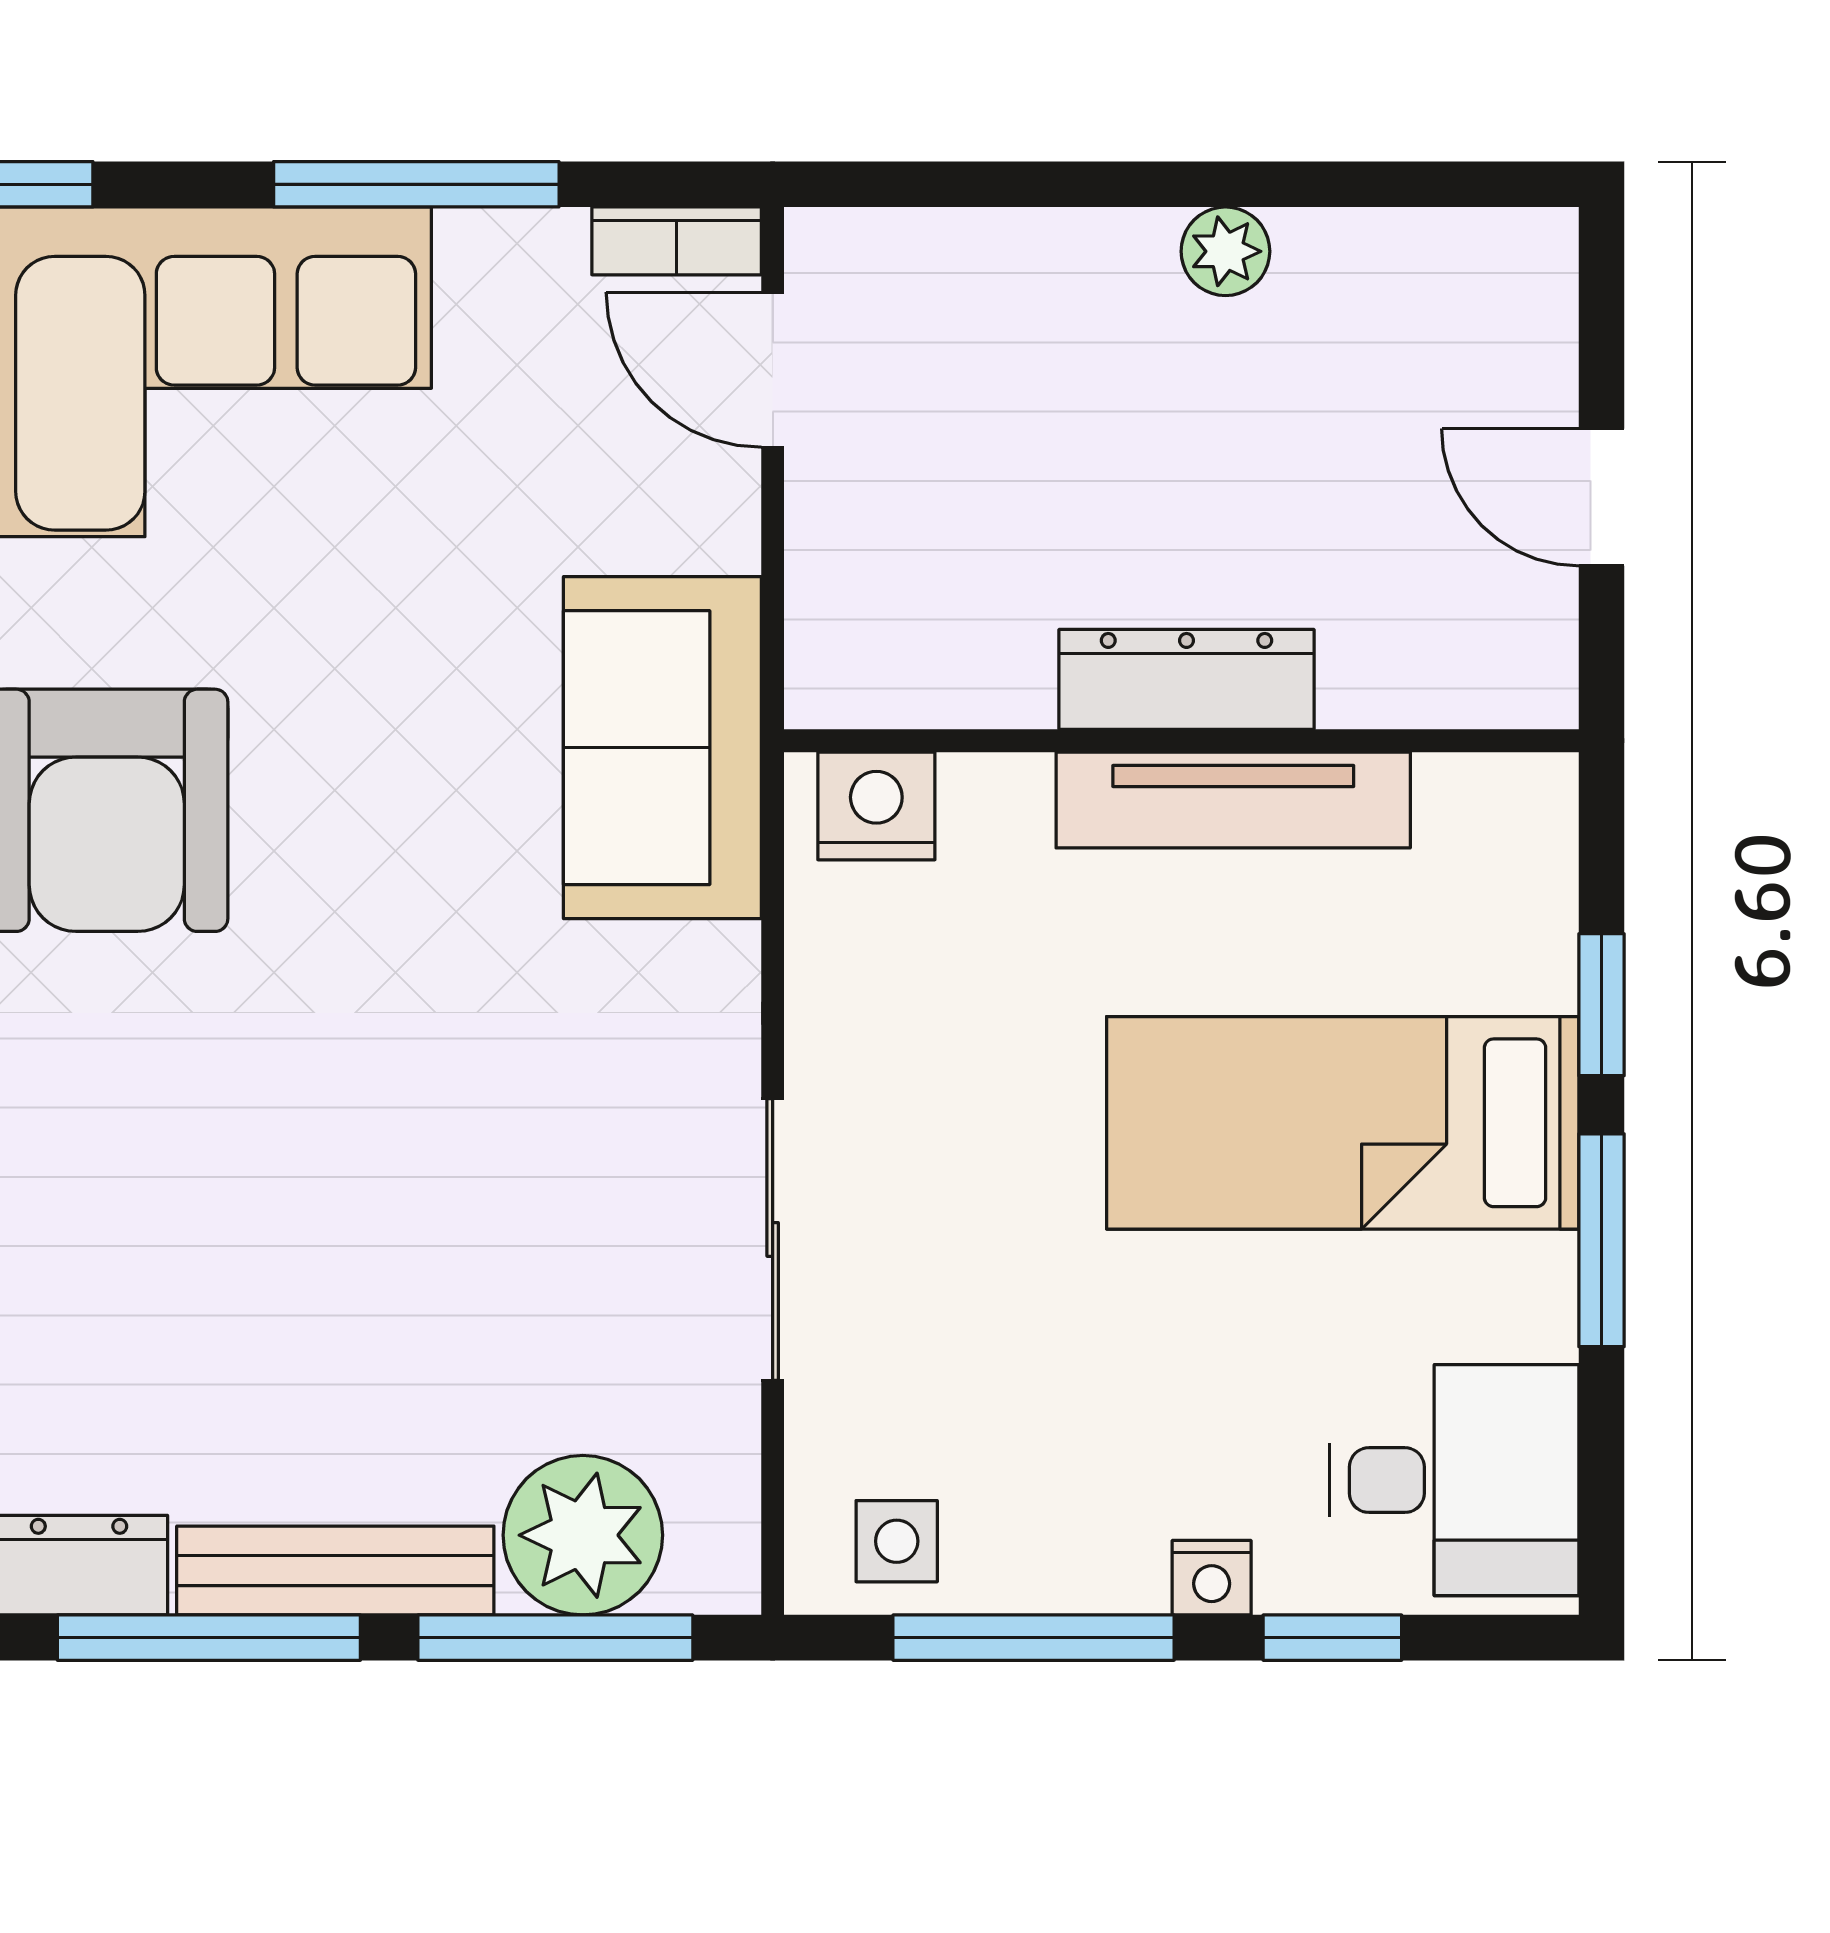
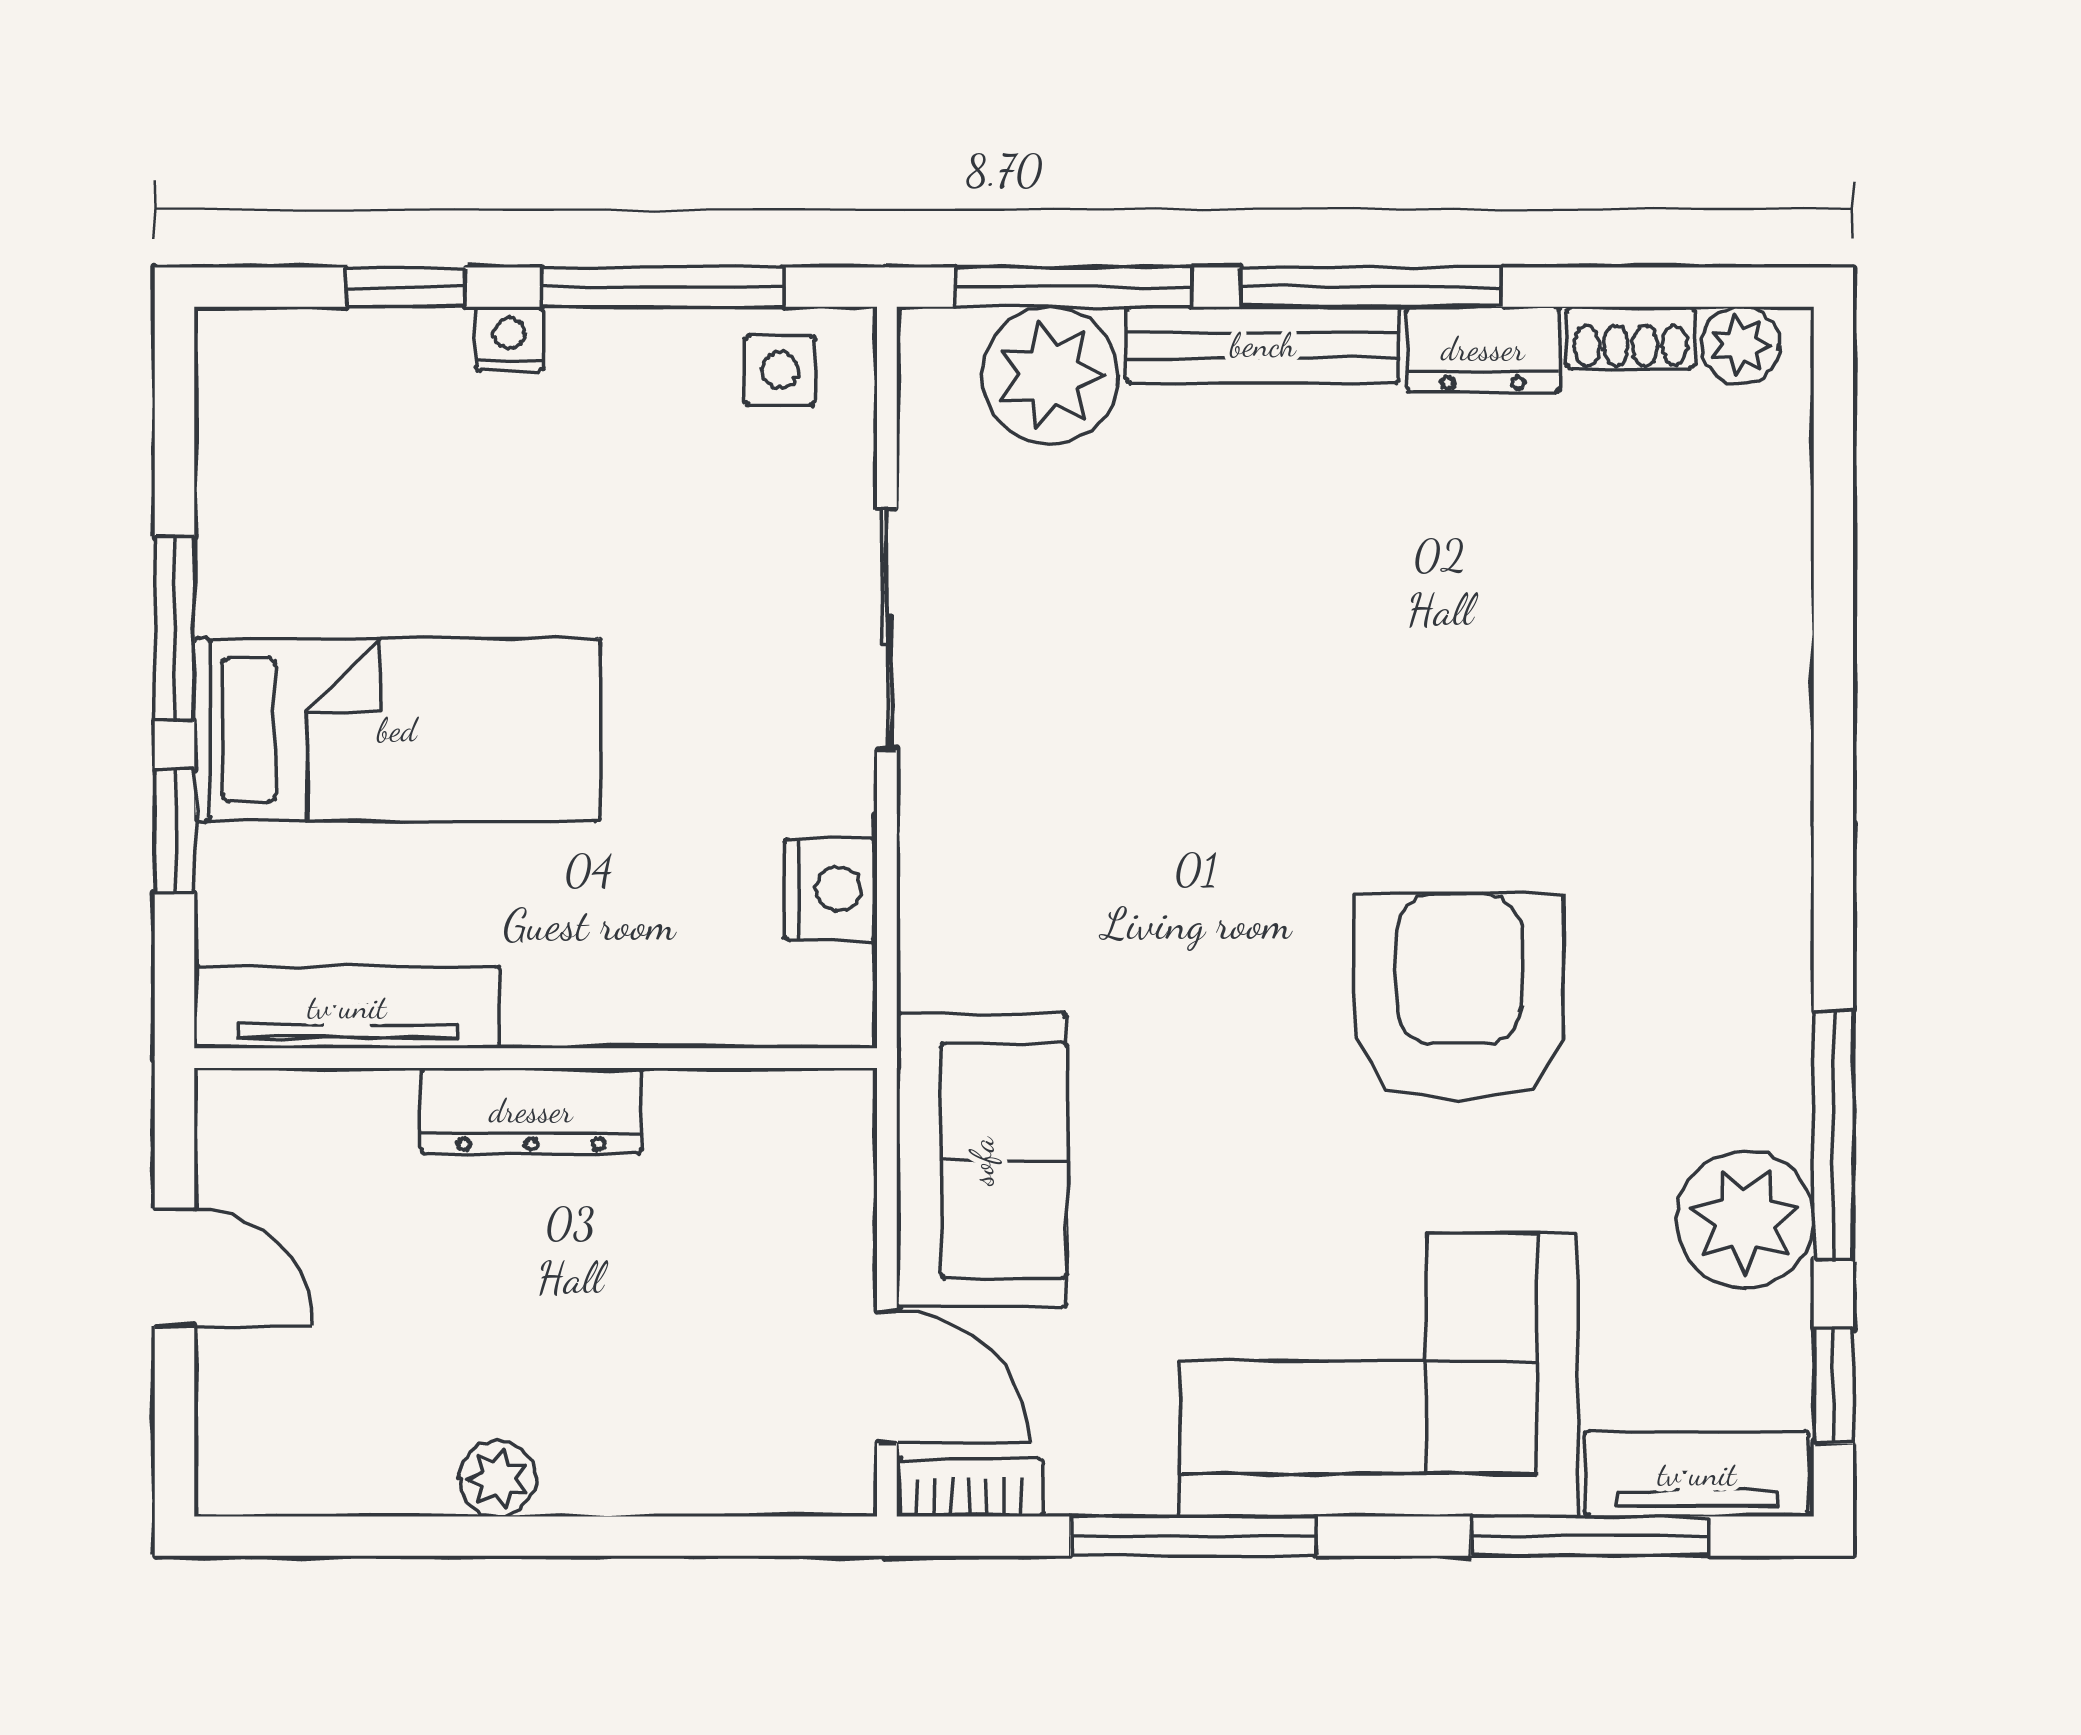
sofa: (662, 748) -> (982, 1161), moved
tv unit: (1233, 800) -> (347, 1007), moved
nightstand: (876, 806) -> (831, 889), moved, turned -90
desk: (1454, 1480) -> (301, 423), removed

